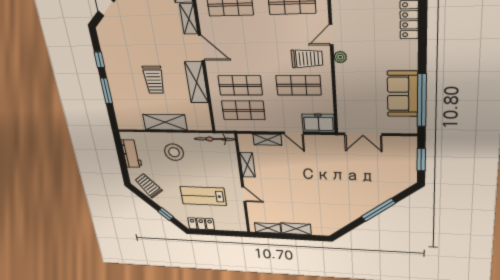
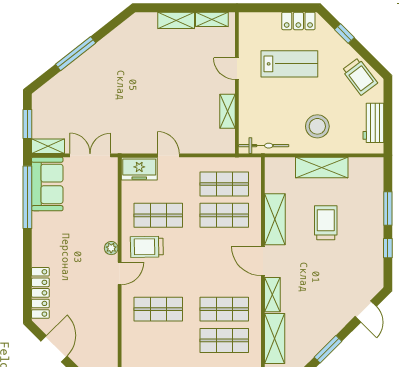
sofa: (403, 94) -> (47, 184), moved
shelving: (267, 140) -> (48, 146), moved

